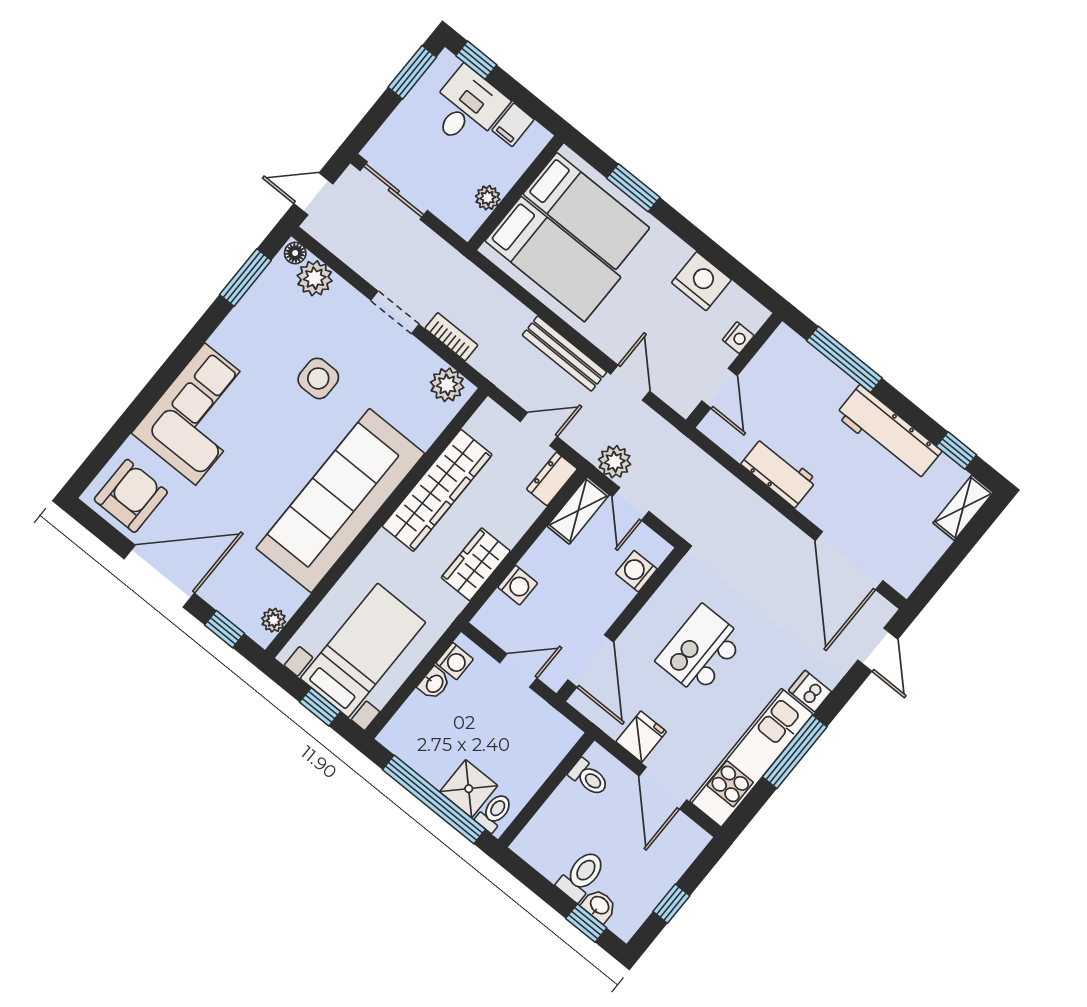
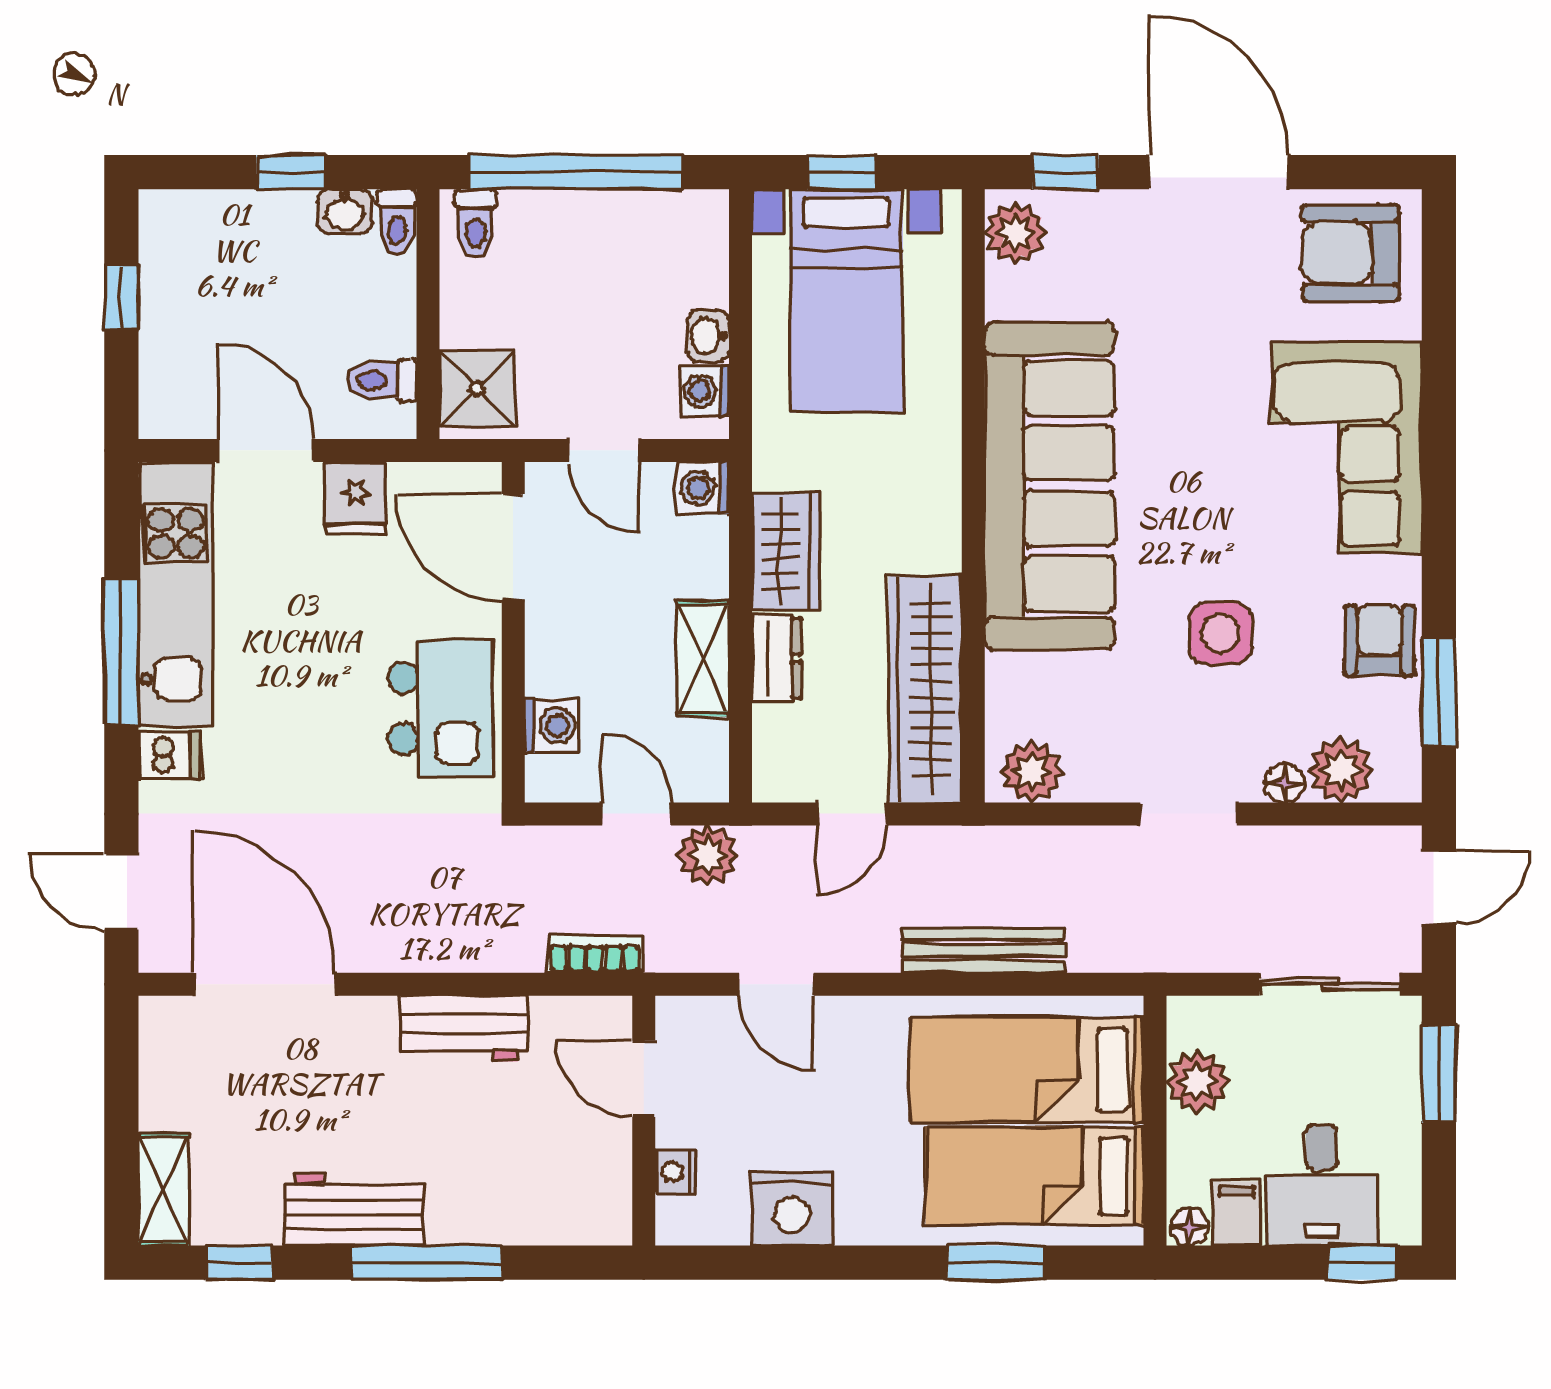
window: (412, 72) -> (1439, 1073), moved
floor lamp: (538, 135) -> (1190, 1227), added
plant: (488, 198) -> (1197, 1082), width x1.38, depth x1.38
floor lamp: (295, 253) -> (1284, 783), moved
armchair: (253, 320) -> (1380, 640), added
bookcase: (451, 337) -> (595, 954), moved, turned 180
bench: (565, 354) -> (984, 950), moved
window: (844, 359) -> (427, 1263), moved
workbench: (889, 433) -> (354, 1209), width x0.73
dresser: (552, 479) -> (776, 658), moved
wardrobe: (437, 490) -> (925, 689), moved
armchair: (131, 496) -> (1350, 253), turned 90
shelving: (578, 510) -> (703, 658), moved
door: (159, 576) -> (1218, 172), swing flipped
washing machine: (518, 585) -> (703, 488), moved
plant: (274, 620) -> (1015, 233), width x1.38, depth x1.38
kitchen island: (701, 650) -> (440, 709), moved
door: (518, 671) -> (604, 450), hinge flipped
shower: (469, 789) -> (477, 388), moved
toilet: (582, 876) -> (397, 222), moved, width x0.73, depth x0.72
washbasin: (599, 906) -> (345, 212), moved
window: (586, 923) -> (291, 172), moved

